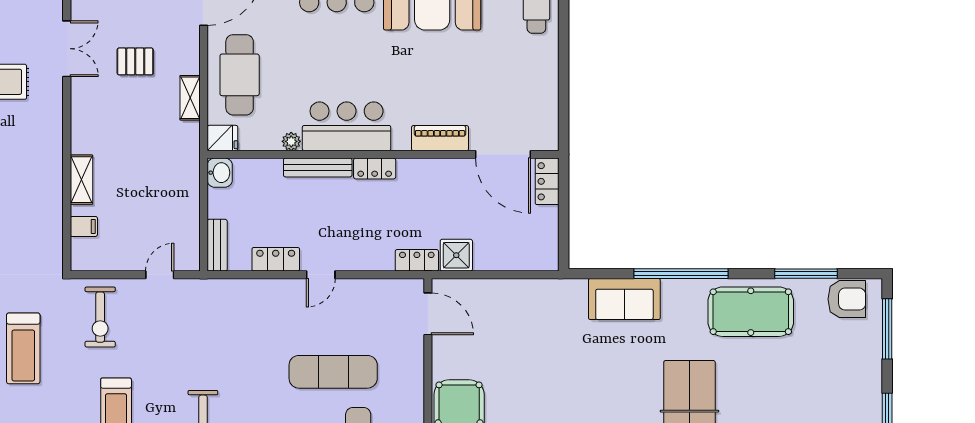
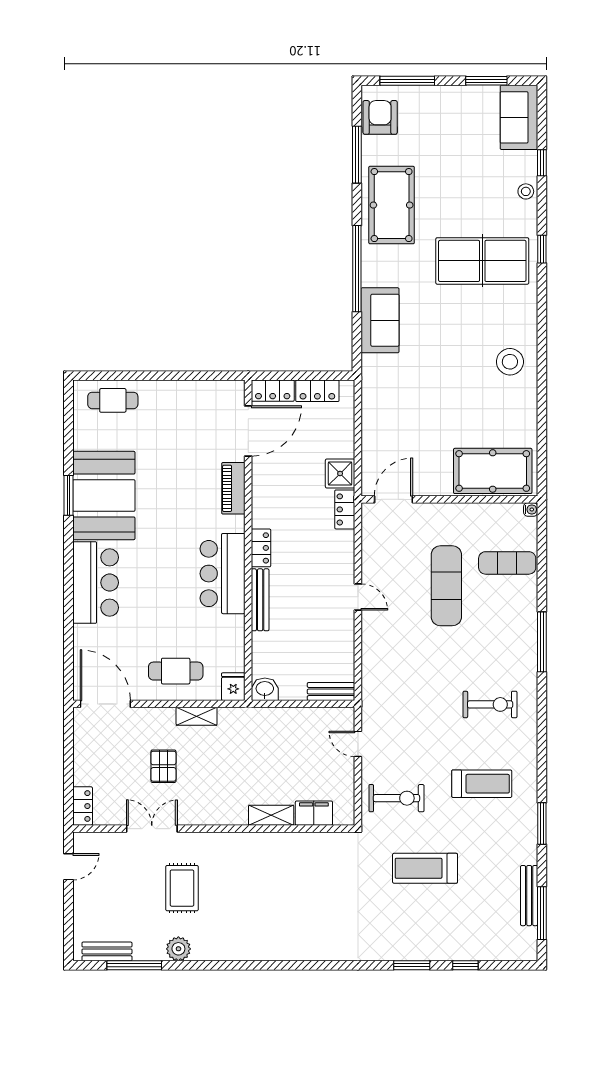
cafe table: (240, 75) -> (176, 671), width x0.73, depth x0.74
plant: (291, 141) -> (236, 624), removed
filing cabinet: (84, 226) -> (314, 813), width x2.00
locker: (276, 259) -> (317, 391), moved, turned -90
treadmill: (23, 348) -> (425, 868), turned 180

